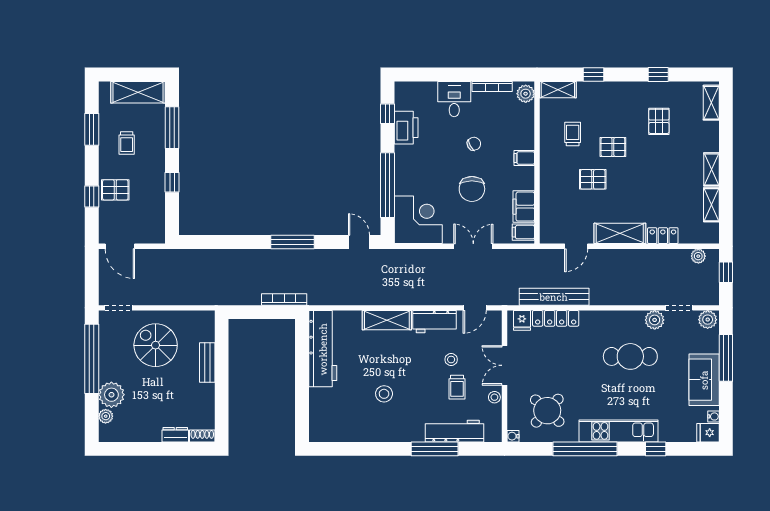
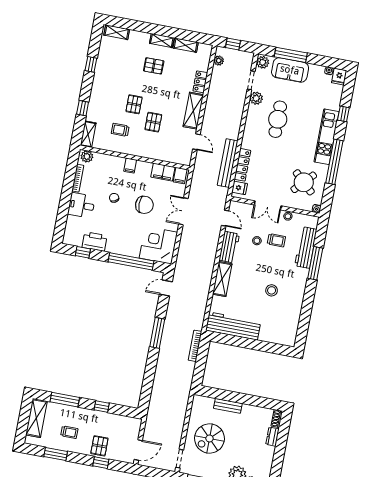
pallet: (659, 121) -> (154, 66), moved
sofa: (704, 380) -> (290, 70), moved

